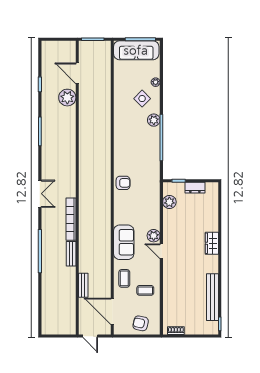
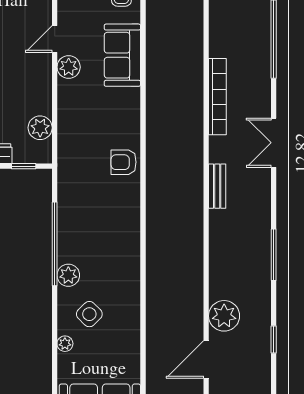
door: (77, 73) -> (206, 359), swing flipped
door: (161, 251) -> (55, 39), swing flipped
bench: (71, 254) -> (217, 186), moved

